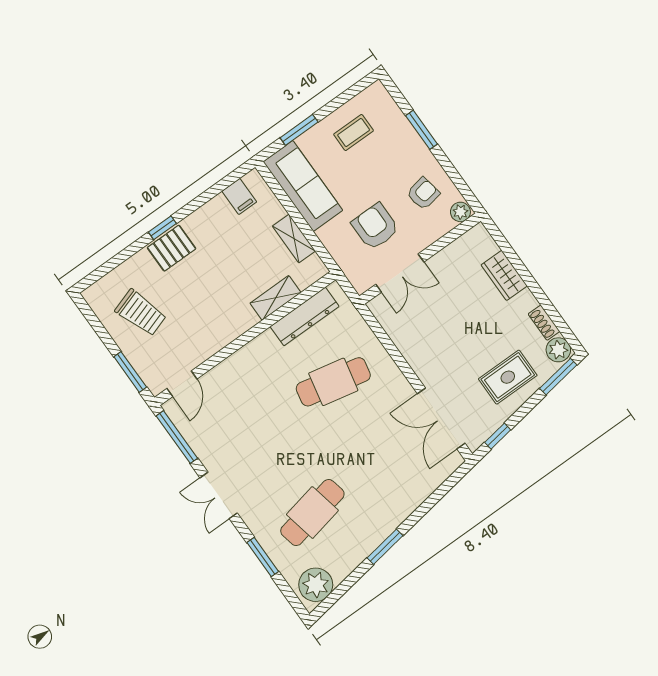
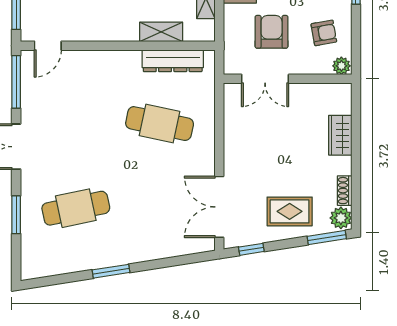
plant: (316, 585) -> (40, 263), removed

